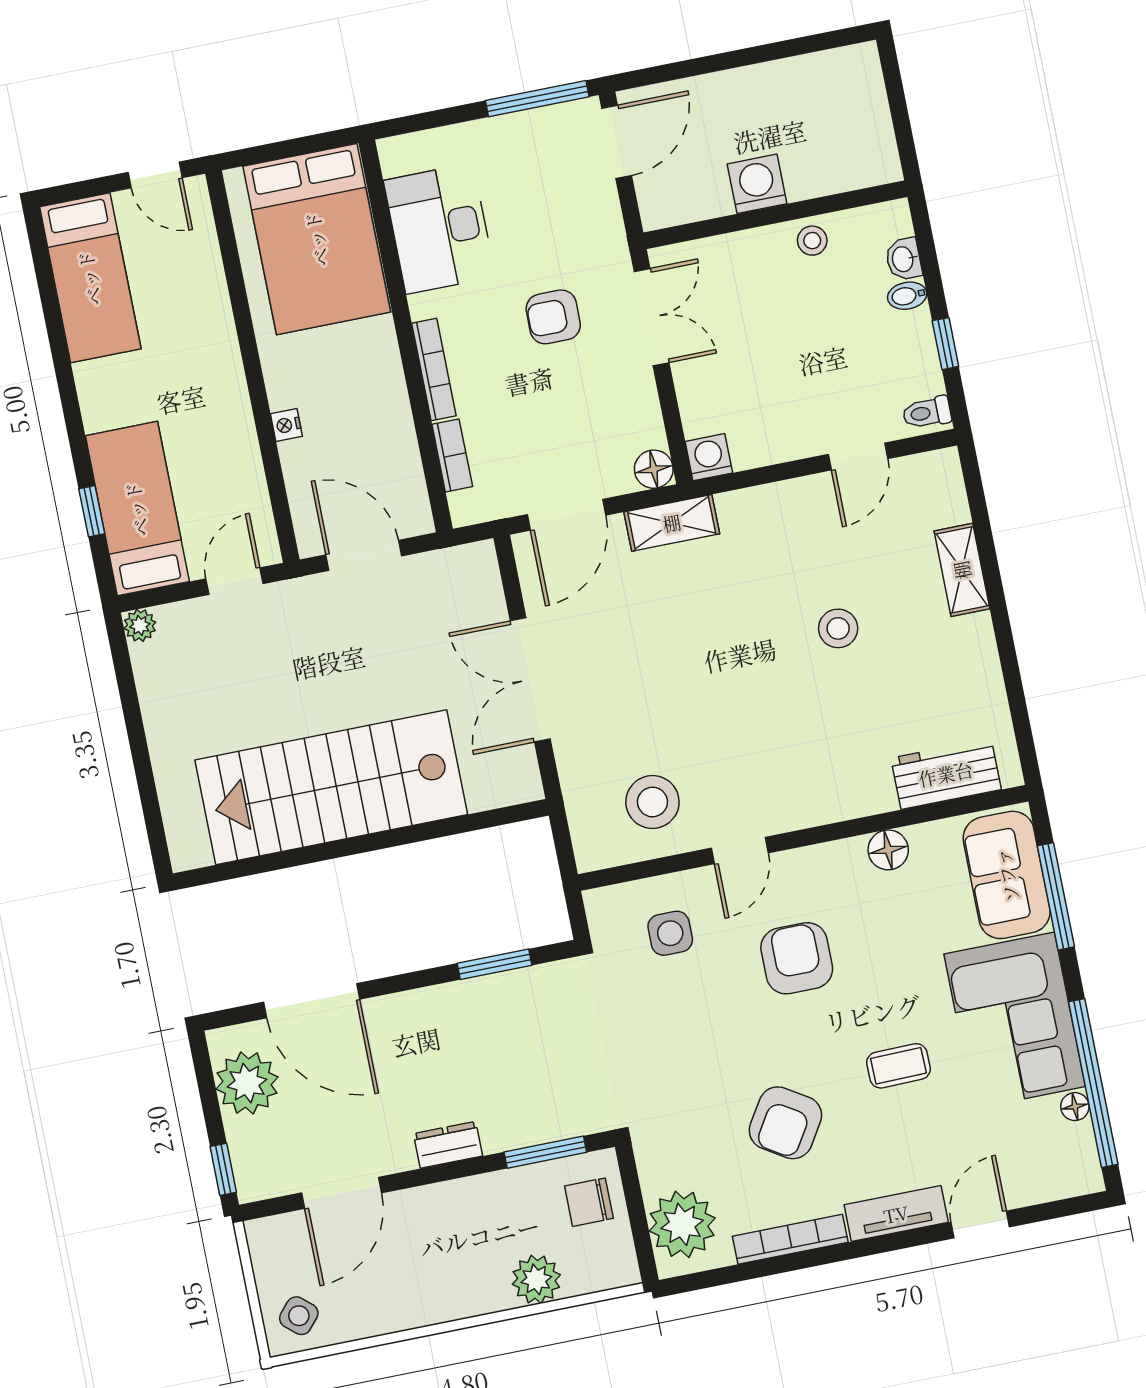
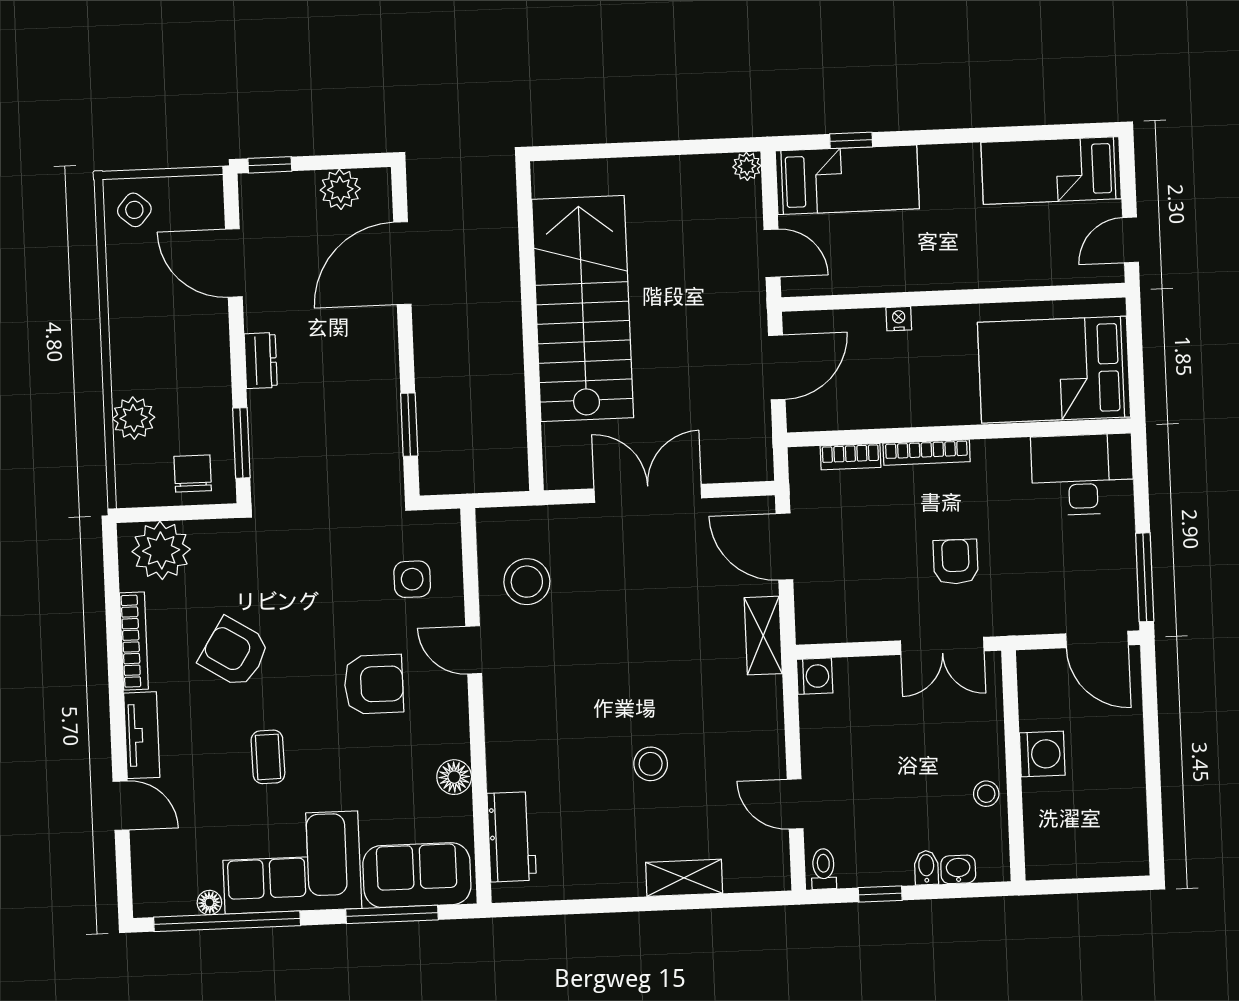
desk: (439, 229) -> (1082, 475), moved
floor lamp: (654, 469) -> (812, 627), removed
plant: (247, 1083) -> (340, 189), width x0.73, depth x0.73

